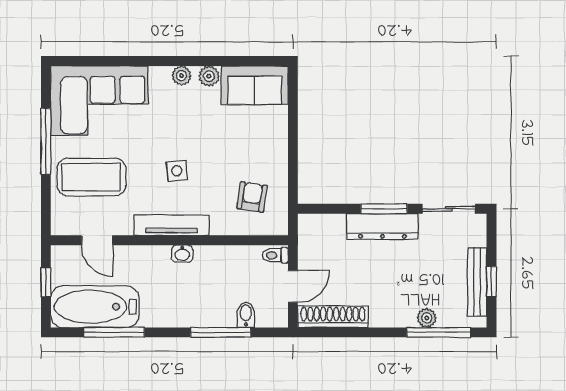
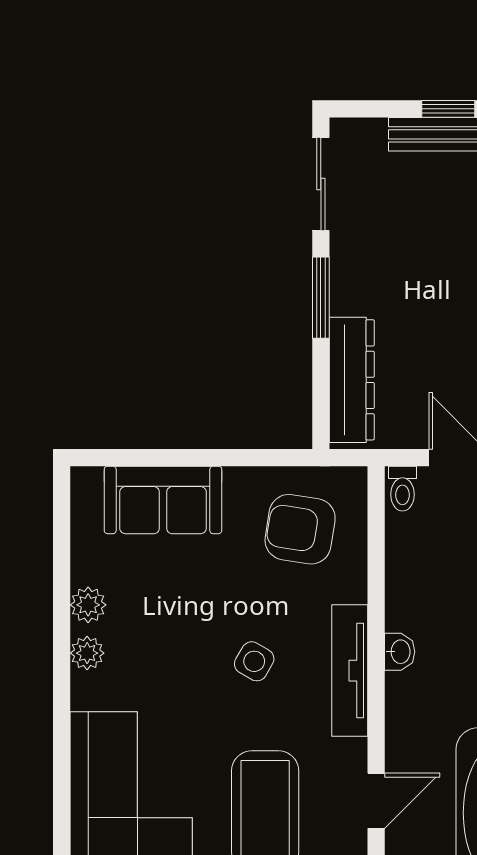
sofa: (255, 85) -> (163, 500), moved, turned 90
side table: (177, 171) -> (254, 661), turned 36
armchair: (252, 197) -> (300, 529), width x1.38, depth x1.38
dresser: (382, 226) -> (352, 380), moved

